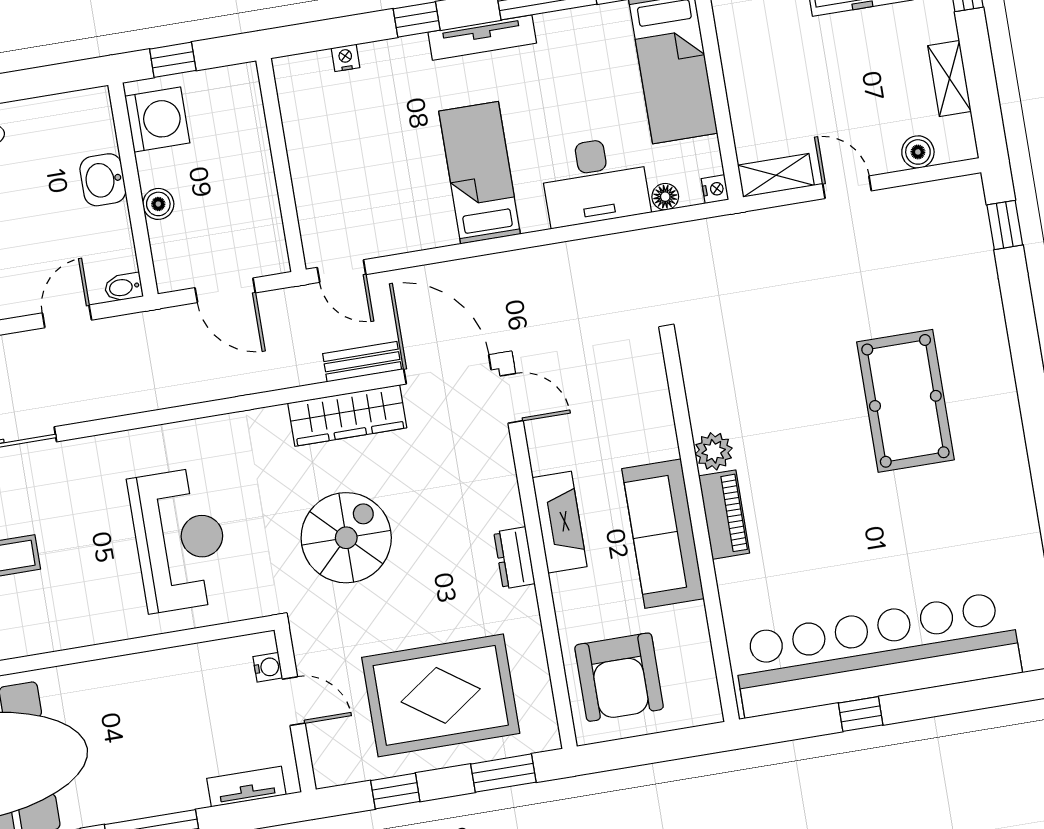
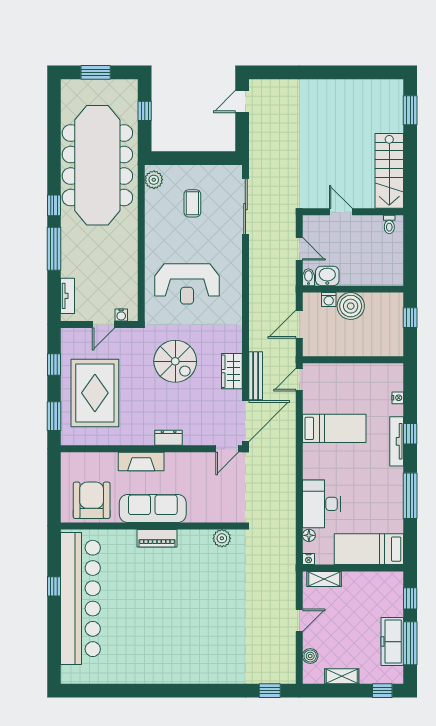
tv unit: (482, 38) -> (397, 441), moved
washing machine: (157, 120) -> (329, 300), moved, width x0.53, depth x0.53
bed: (480, 173) -> (334, 428), moved
shelving: (776, 175) -> (324, 579), moved, turned 90
washbasin: (103, 180) -> (327, 276), moved
boiler: (158, 204) -> (351, 306), width x1.86, depth x1.86
bench: (362, 362) -> (256, 376), width x1.36
pool table: (905, 401) -> (196, 631), removed
wardrobe: (347, 415) -> (232, 371), width x0.67
plant: (714, 451) -> (222, 538), moved
fireplace: (560, 522) -> (141, 461), moved
dresser: (514, 558) -> (169, 438), moved
armchair: (619, 677) -> (92, 500), moved, turned 90

